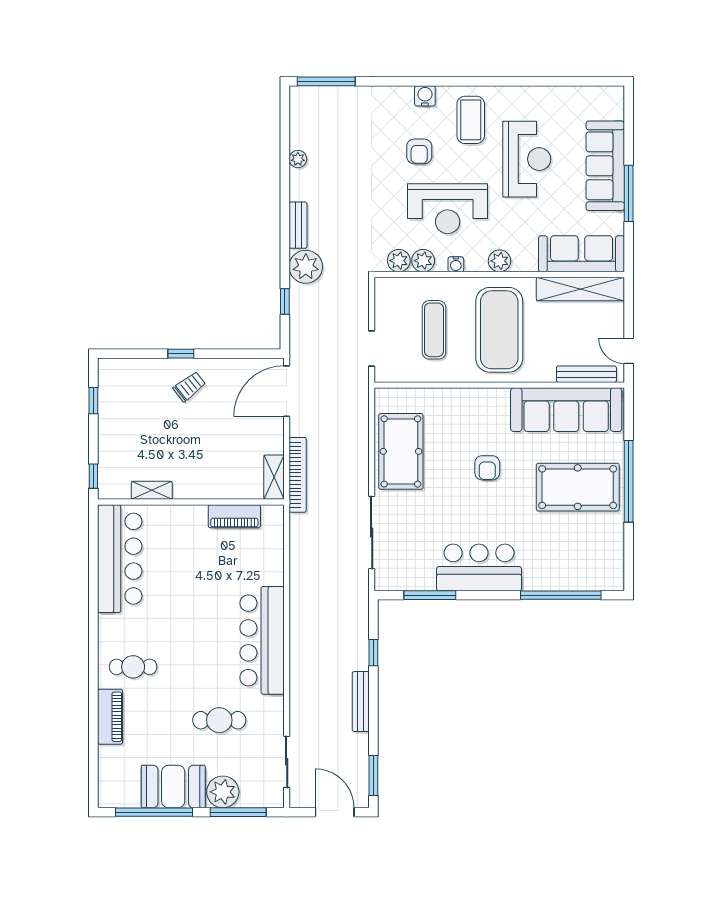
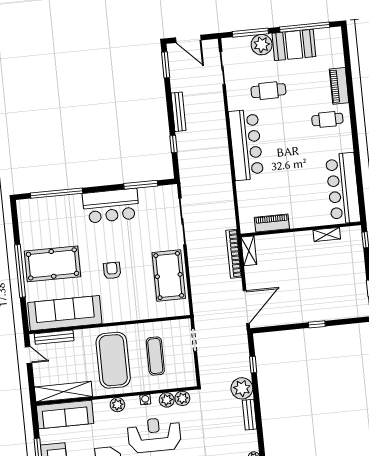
trolley: (189, 387) -> (309, 304), removed

